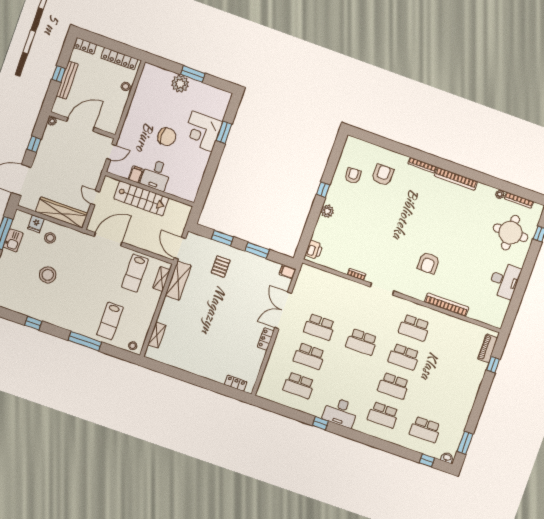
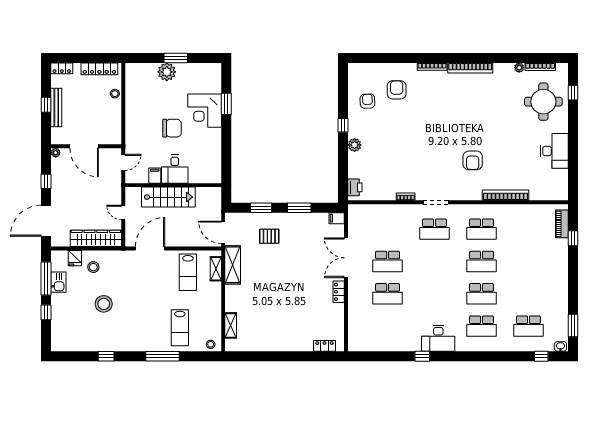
door: (80, 124) -> (84, 146), swing flipped
pallet: (221, 267) -> (269, 236), turned 90
school desk: (362, 342) -> (435, 229), moved
school desk: (299, 385) -> (388, 326), removed

